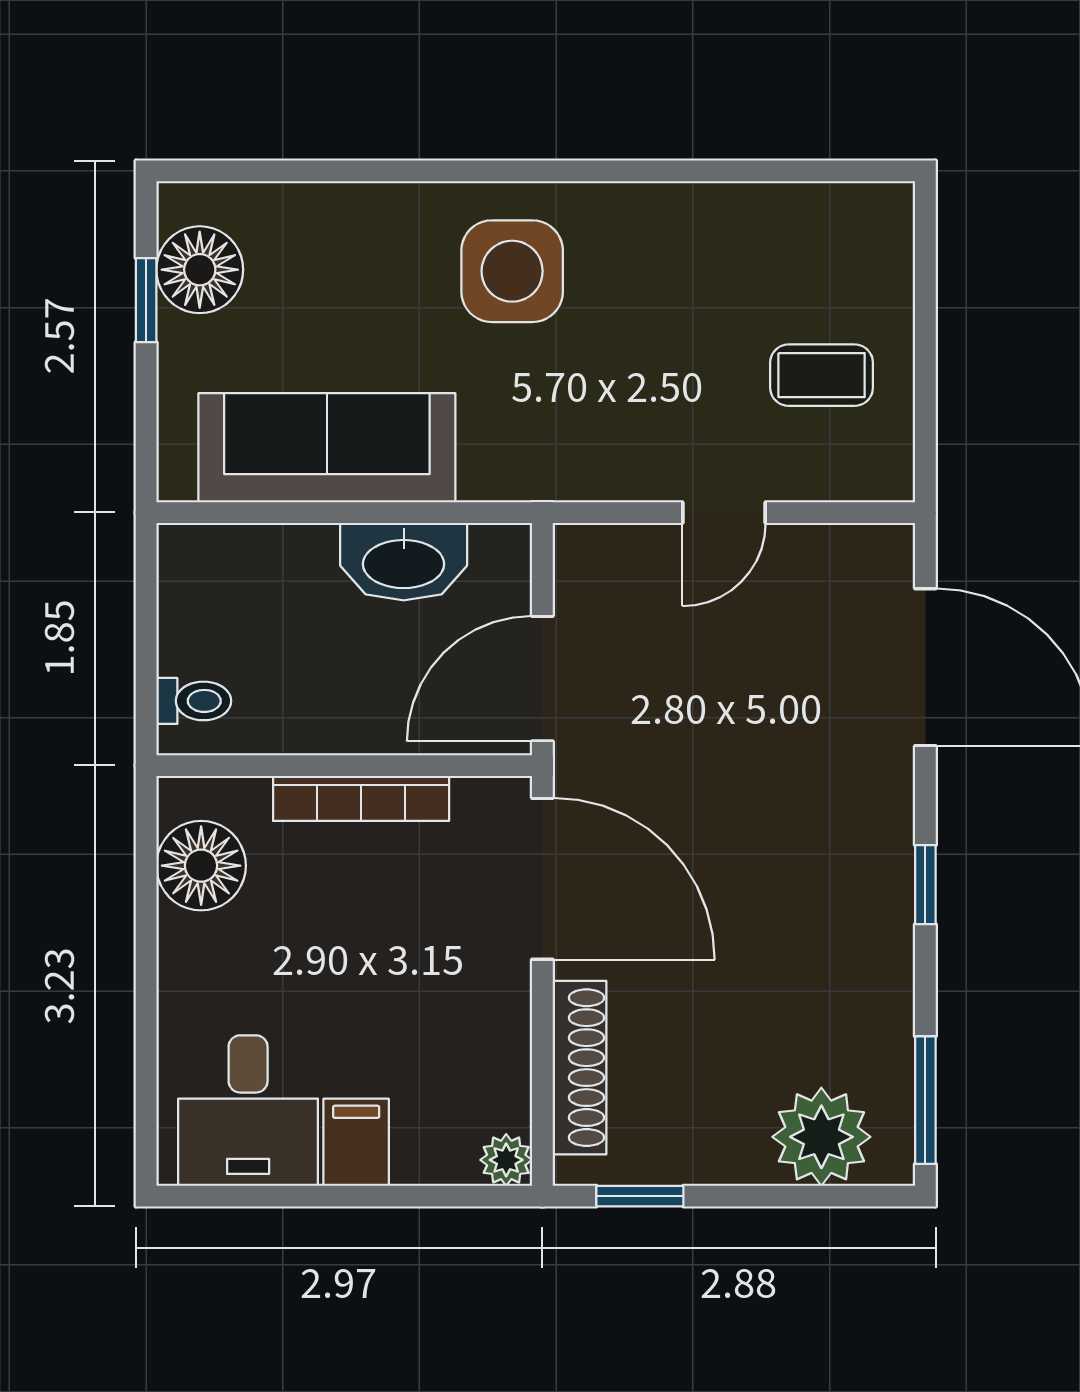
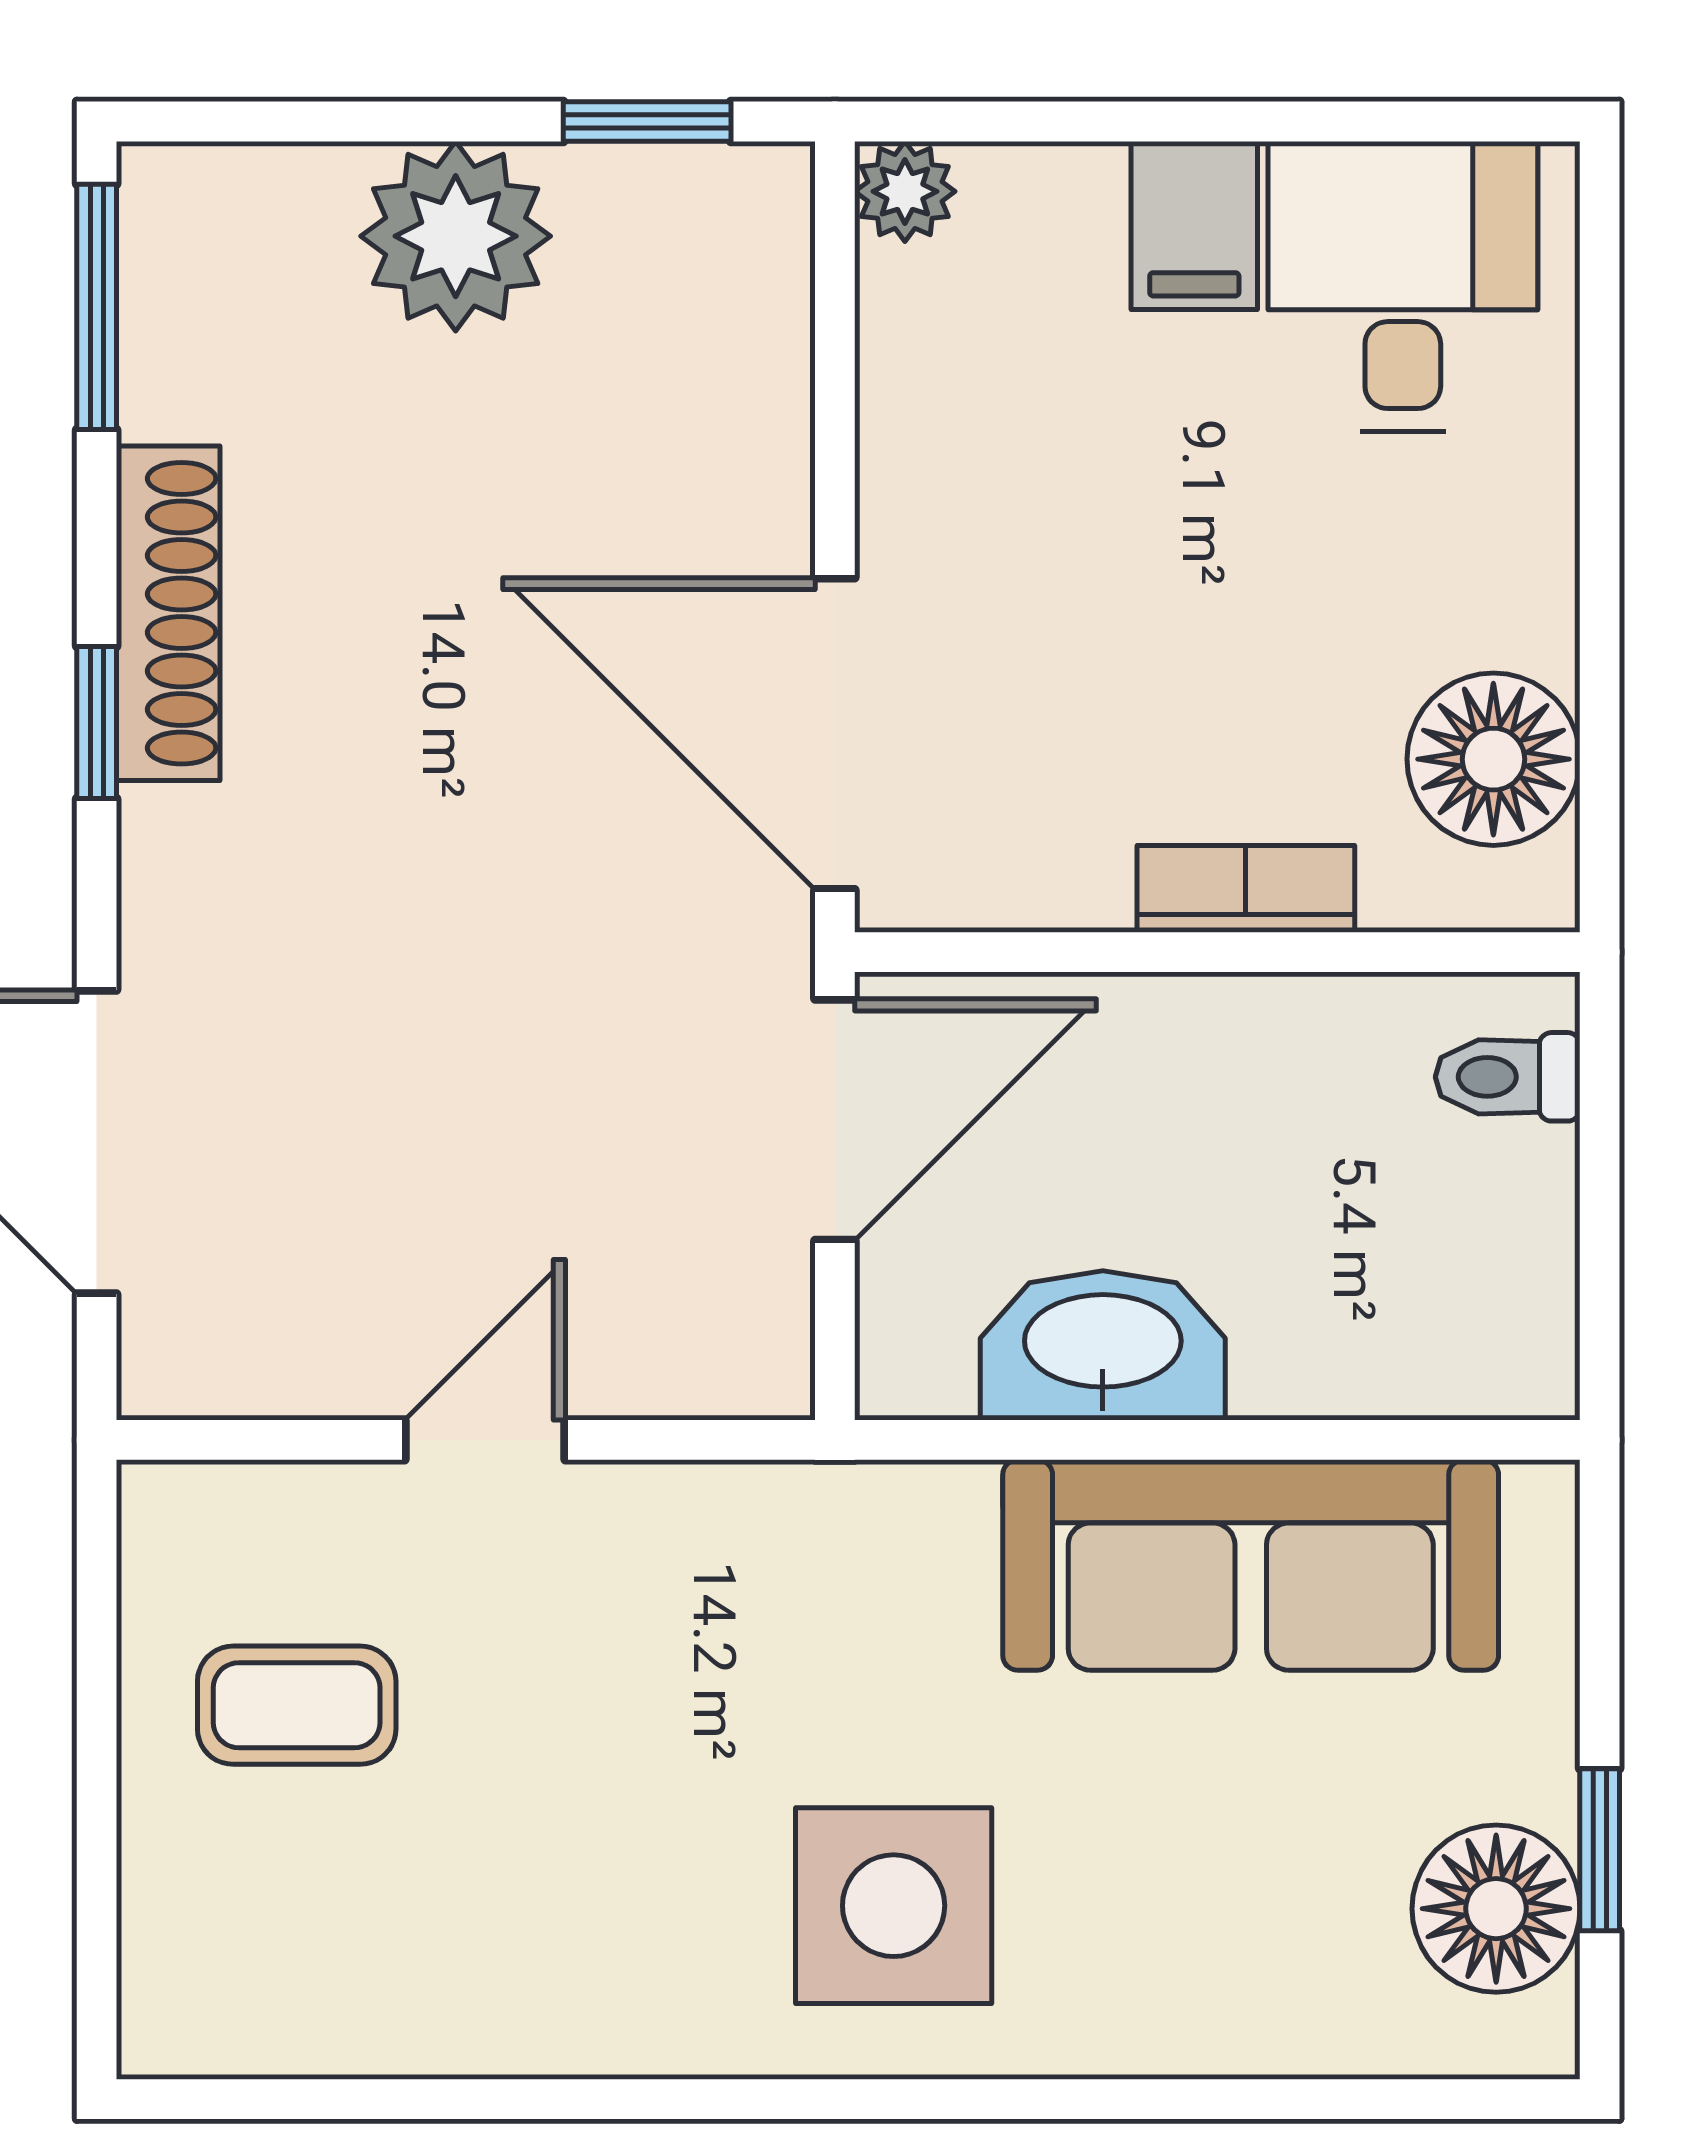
bookcase: (361, 798) -> (1246, 889), width x0.64
shoe rack: (580, 1068) -> (168, 613), moved, turned 180
plant: (821, 1137) -> (456, 236), moved

